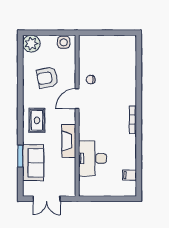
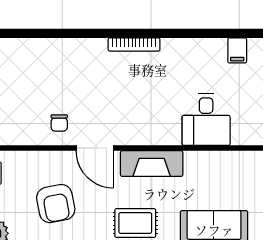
fireplace: (69, 141) -> (152, 164), moved
desk: (92, 158) -> (206, 120), width x0.73

